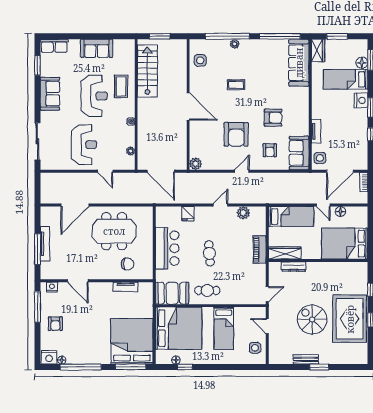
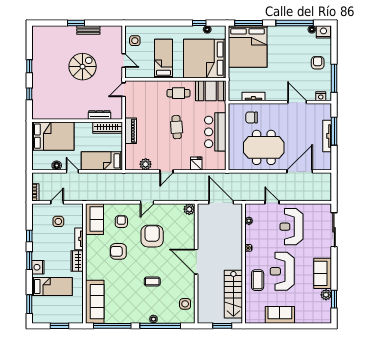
row of seats: (54, 46) -> (319, 317), removed
wardrobe: (318, 50) -> (77, 261), moved
floor lamp: (362, 63) -> (37, 302), removed
plant: (46, 70) -> (326, 295), added
side table: (320, 158) -> (58, 221), moved
door: (340, 171) -> (57, 202), width x0.53
spiral stairs: (312, 319) -> (83, 67), turned -90
rug: (350, 319) -> (48, 67), removed

